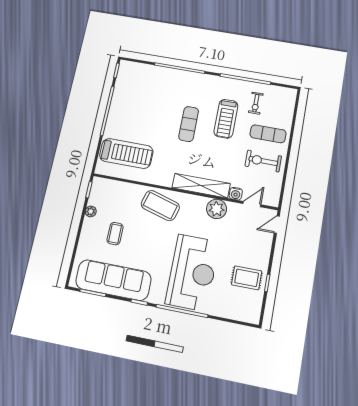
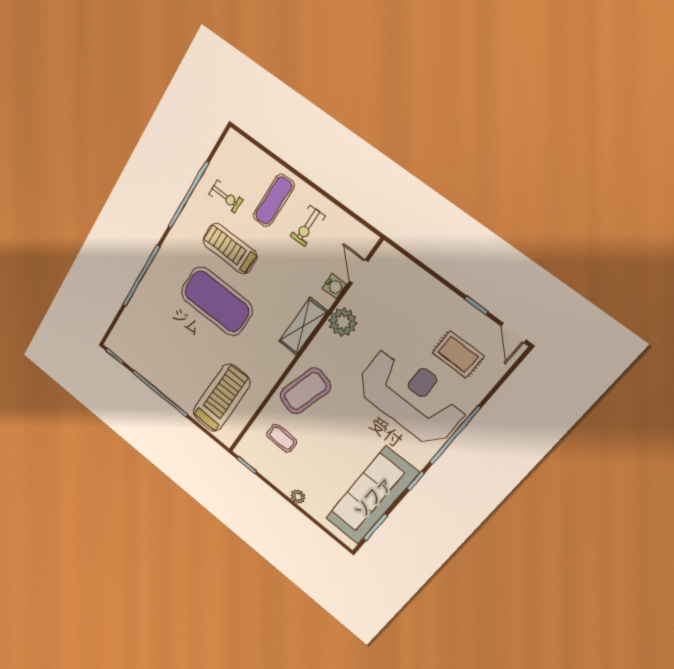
treadmill: (226, 119) -> (230, 248), turned 180
exercise mat: (189, 124) -> (217, 301), width x2.00, depth x1.45
exercise bike: (263, 161) -> (307, 226), width x0.73, depth x0.72
shelving: (201, 186) -> (303, 326), width x0.68
plant: (91, 211) -> (298, 497), moved
door: (277, 225) -> (514, 333), moved
coffee table: (115, 234) -> (282, 438), moved
rug: (247, 278) -> (458, 354), moved, turned 90

